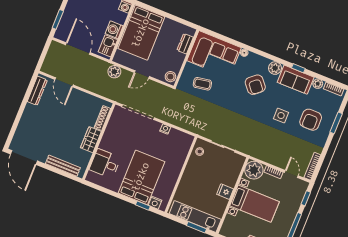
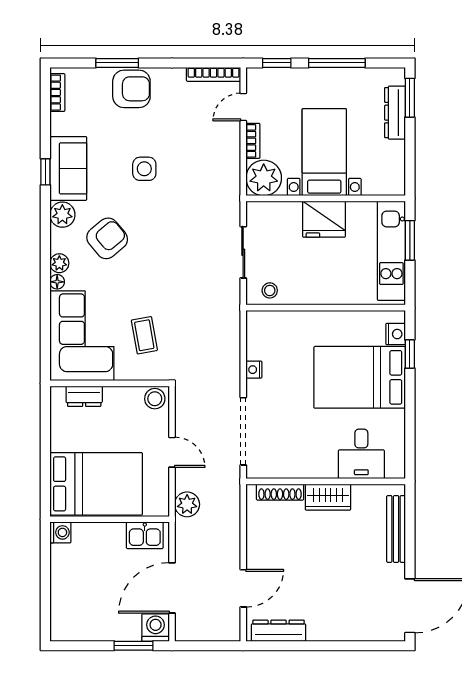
washing machine: (114, 30) -> (156, 628), moved, turned 180
plant: (318, 84) -> (59, 263), moved
armchair: (311, 120) -> (131, 89), moved
fridge: (225, 192) -> (324, 219), width x1.88, depth x1.34

